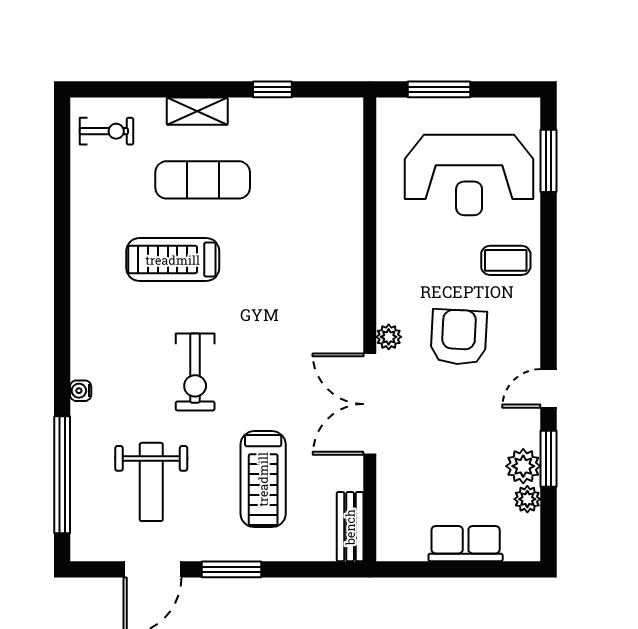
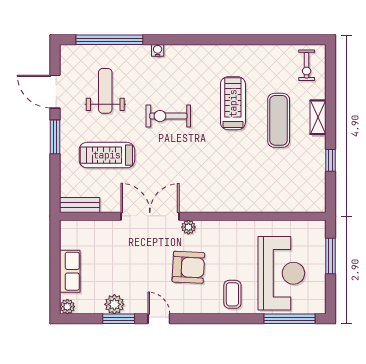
window: (549, 161) -> (289, 319), width x1.44
reception desk: (469, 175) -> (281, 273), turned 180
weight bench: (151, 482) -> (105, 91), turned 90
plant: (527, 499) -> (67, 307), moved

